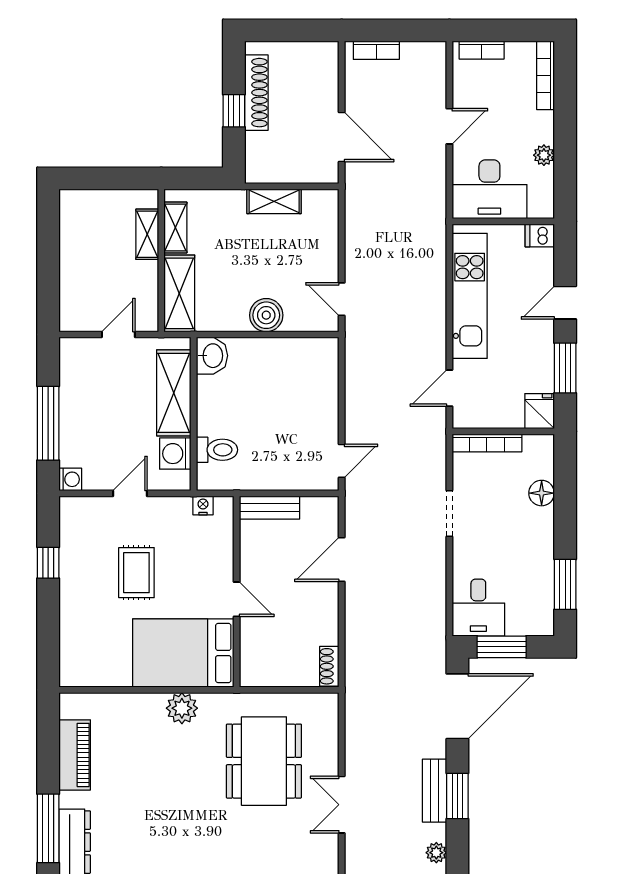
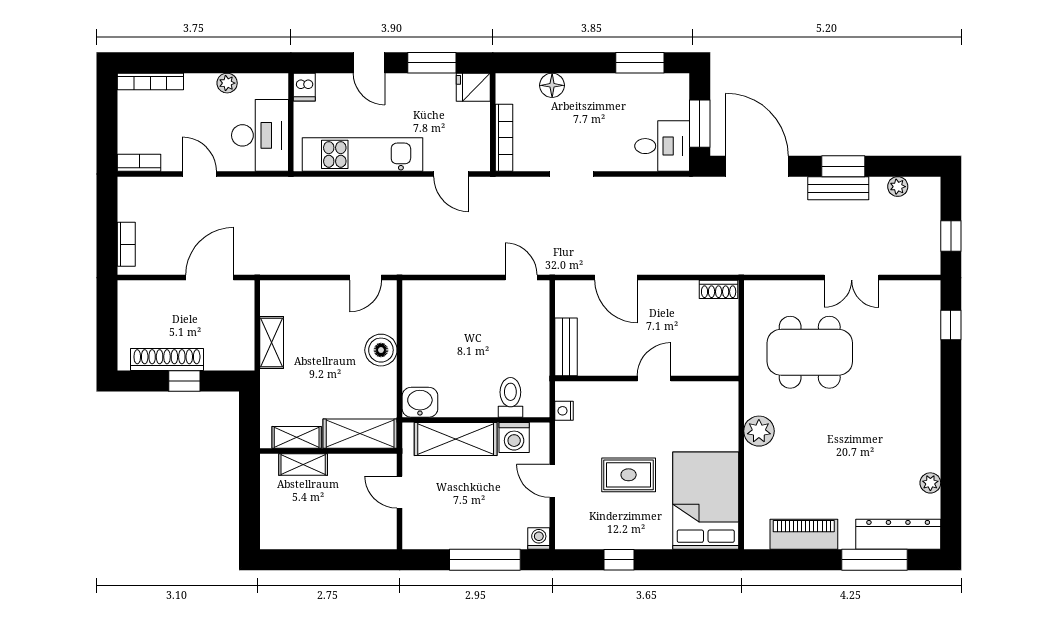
bookcase: (482, 50) -> (139, 163), moved, turned -90
bed: (183, 653) -> (706, 501), moved, turned 180

